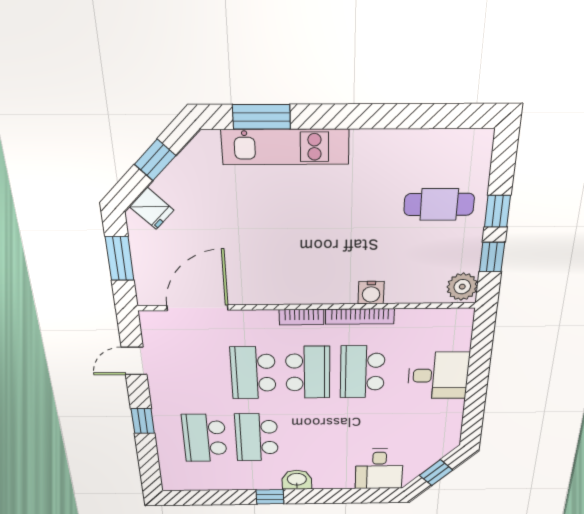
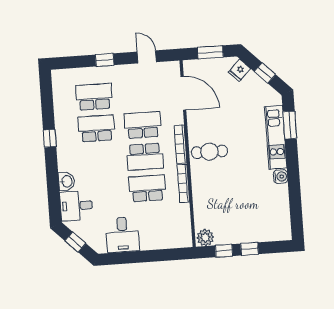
cafe table: (439, 204) -> (209, 152), moved, turned 90
water cooler: (371, 293) -> (281, 177), moved, turned 180
bookcase: (302, 317) -> (181, 144), width x1.56
desk: (438, 375) -> (123, 235), moved
washbasin: (297, 480) -> (67, 181), moved

